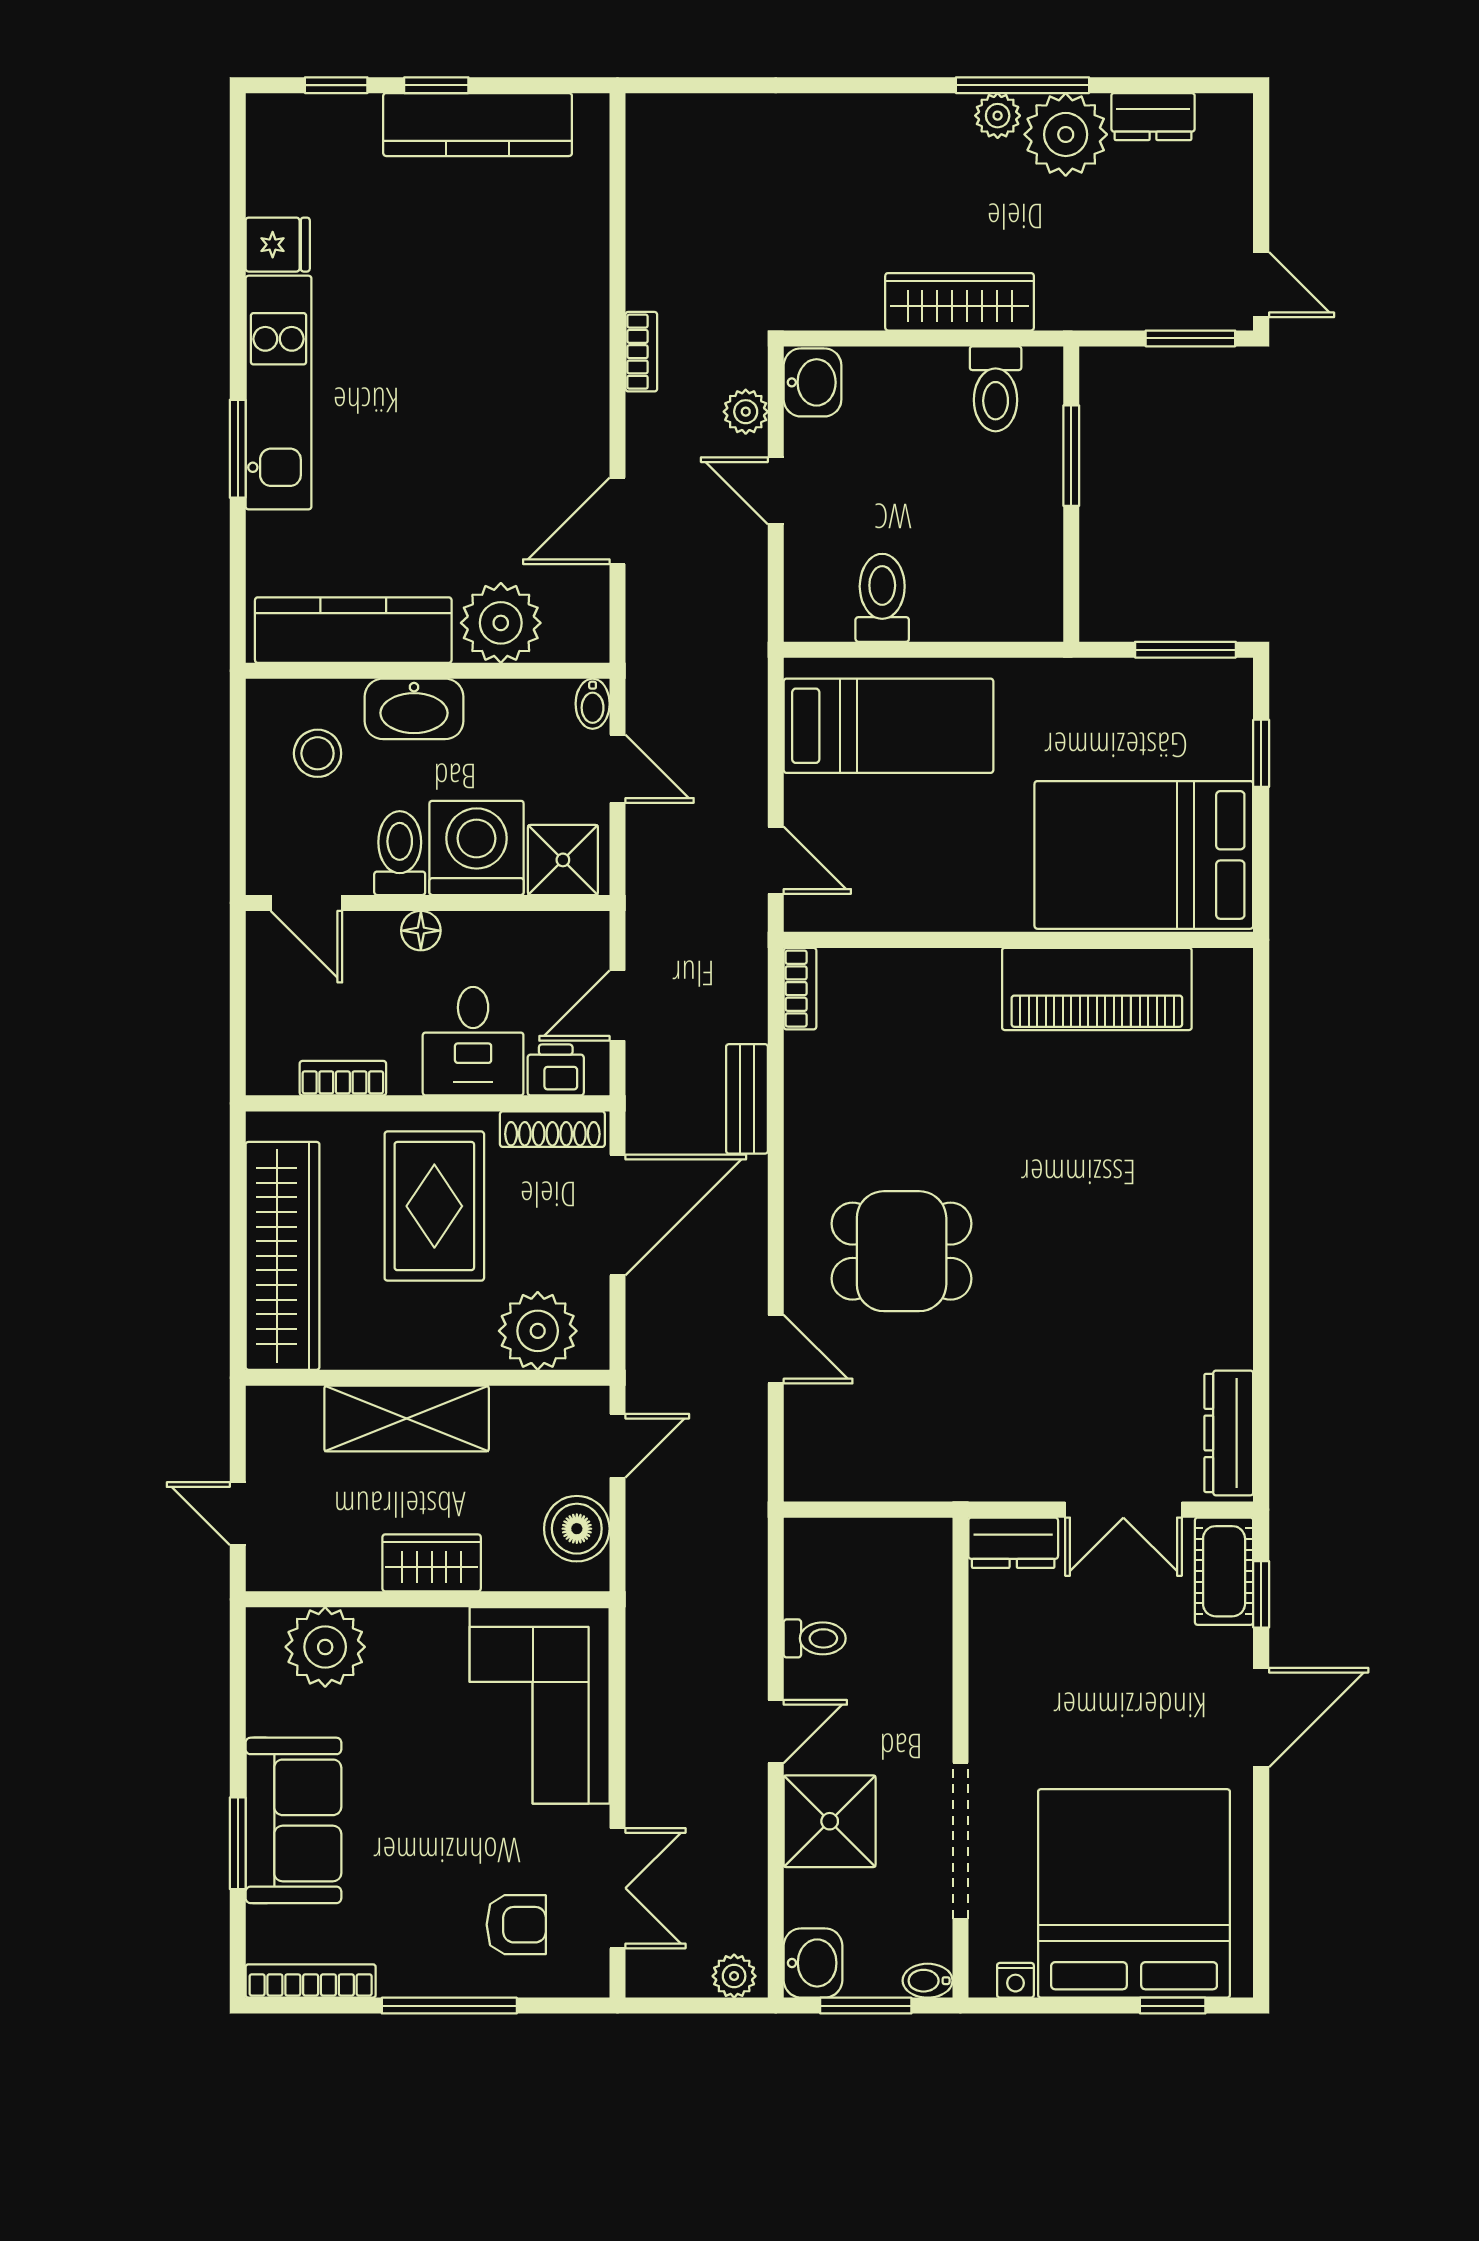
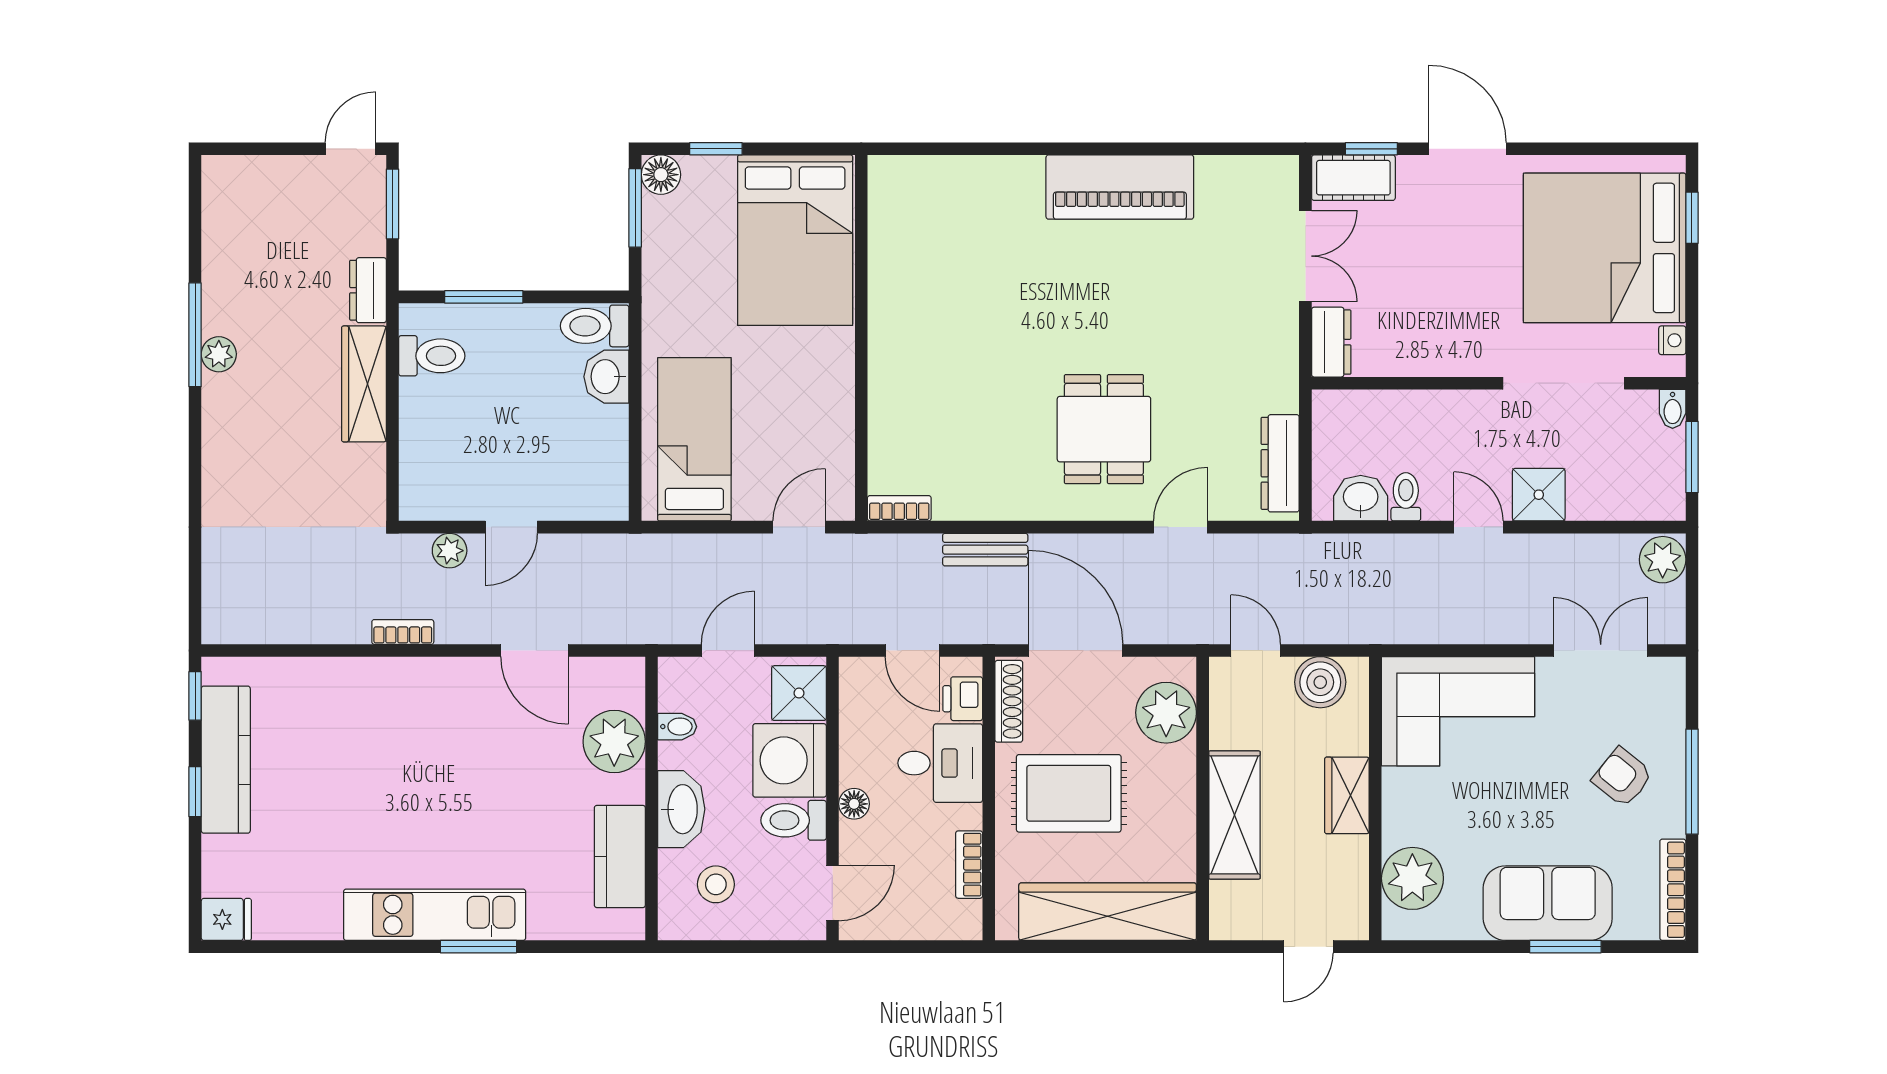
window: (336, 85) -> (195, 696), moved
dresser: (1153, 117) -> (368, 290), moved, turned 180
plant: (1066, 134) -> (233, 301), removed
fridge: (278, 245) -> (226, 919), moved, turned 90
washbasin: (813, 382) -> (606, 377), moved, turned -90
toilet: (882, 598) -> (595, 326), moved
kitchen counter: (353, 630) -> (620, 856), width x0.67
floor lamp: (1228, 683) -> (661, 175), added
bidet: (593, 704) -> (677, 727), moved
piano: (1097, 989) -> (1120, 187), moved, turned 90
dresser: (1229, 1433) -> (1280, 463), moved, turned 90
shower: (830, 1821) -> (1539, 495), width x0.73, depth x0.73
armchair: (516, 1925) -> (1622, 777), moved, turned -51
washbasin: (813, 1963) -> (1361, 498), moved
plant: (734, 1976) -> (1663, 560), width x1.38, depth x1.38

